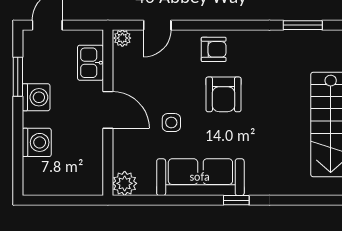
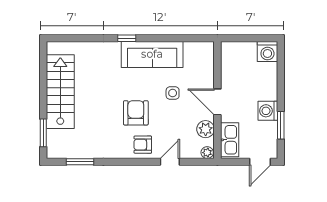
door: (157, 25) -> (170, 162), moved
kitchen sink: (91, 63) -> (230, 140), width x1.38
washing machine: (37, 142) -> (267, 51), moved, turned -90
plant: (125, 183) -> (206, 129), moved

